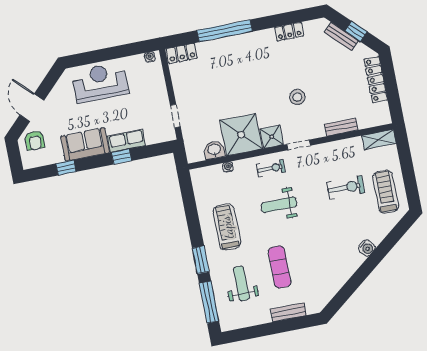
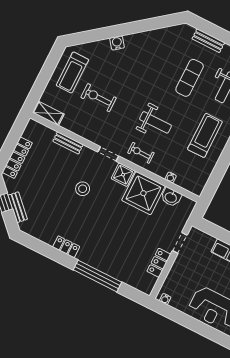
locker: (289, 32) -> (66, 247), moved
locker: (182, 53) -> (159, 263), moved, turned -90
treadmill: (227, 227) -> (205, 135), turned 180

